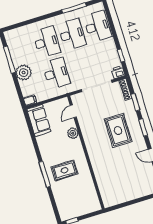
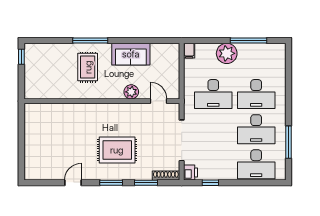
sofa: (39, 120) -> (131, 54), moved

